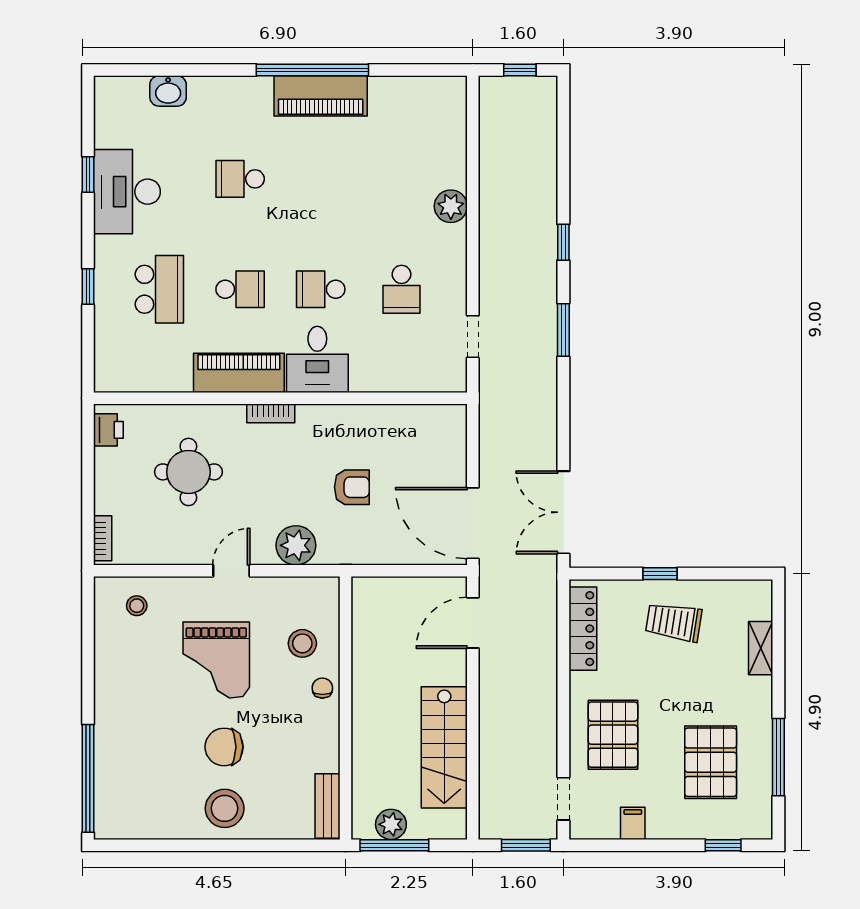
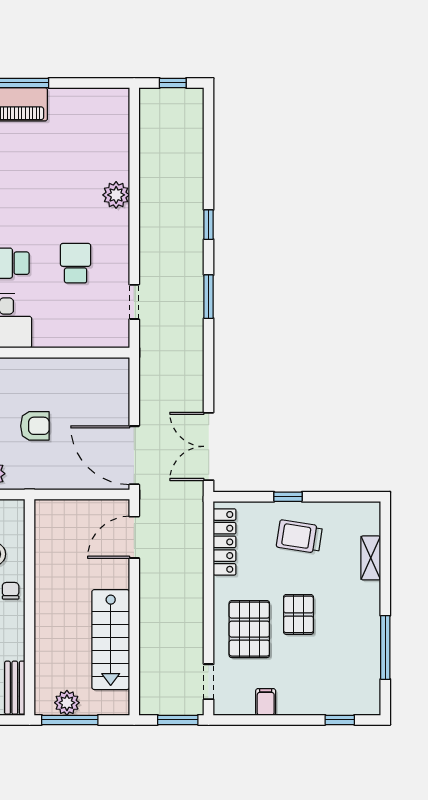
school desk: (401, 289) -> (76, 263), turned 180
pallet: (711, 762) -> (299, 614), moved, width x0.67, depth x0.71

